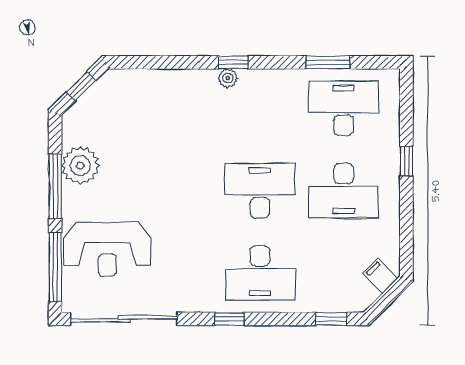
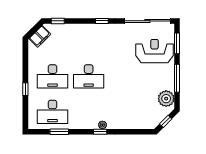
plant: (80, 166) -> (166, 99), moved
desk: (344, 191) -> (52, 76), turned 180
window: (55, 267) -> (177, 43), width x0.69
desk: (260, 273) -> (89, 41), removed
filing cabinet: (380, 276) -> (40, 36), width x2.00

